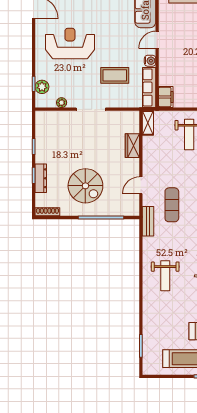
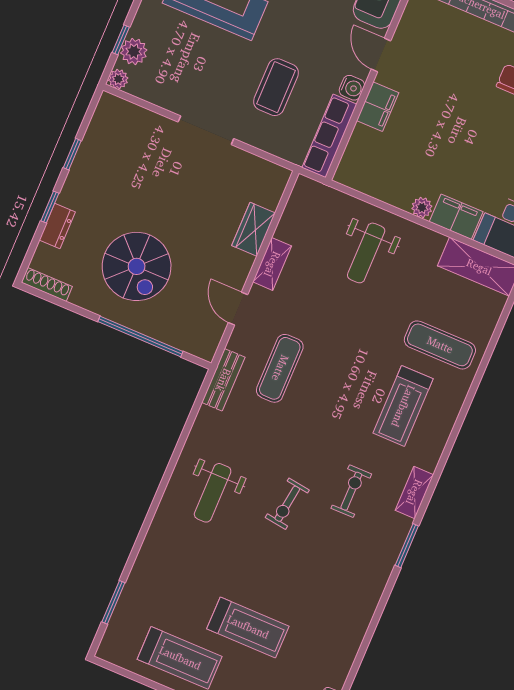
door: (157, 40) -> (381, 55), hinge flipped
coffee table: (115, 75) -> (276, 87), turned 90
filing cabinet: (166, 97) -> (378, 107), moved
plant: (62, 103) -> (118, 79), moved
shelving: (148, 123) -> (272, 264), moved
dresser: (41, 178) -> (57, 226), width x0.70
door: (141, 185) -> (238, 309), hinge flipped

